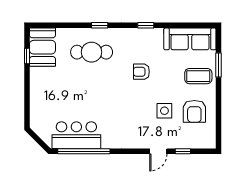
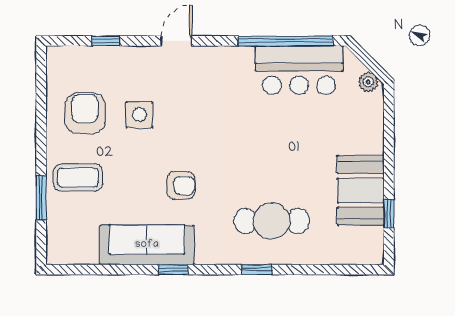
sofa: (190, 39) -> (147, 245), moved
booth: (42, 47) -> (361, 190), moved
plant: (38, 129) -> (368, 82), added
door: (158, 151) -> (176, 41), moved

